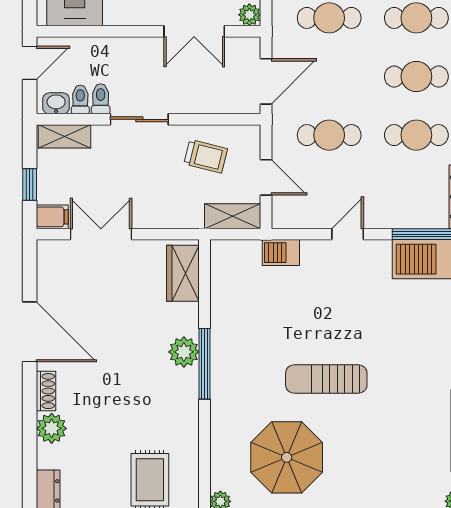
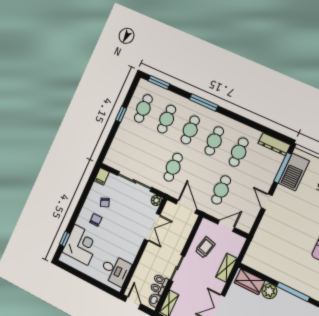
shelving: (233, 216) -> (226, 268), moved
barbecue: (281, 253) -> (261, 235), removed
plant: (184, 352) -> (269, 291), moved

